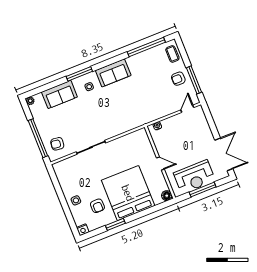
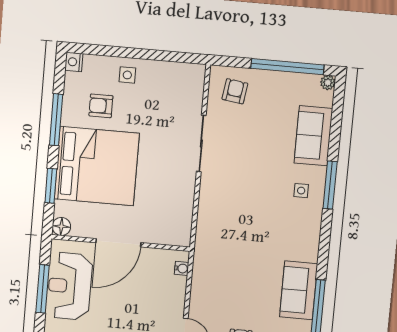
sofa: (113, 73) -> (299, 290), moved
window: (38, 138) -> (287, 67), moved
door: (160, 163) -> (118, 243), width x1.88
window: (149, 211) -> (51, 186), added
window: (115, 224) -> (56, 120), width x1.44

